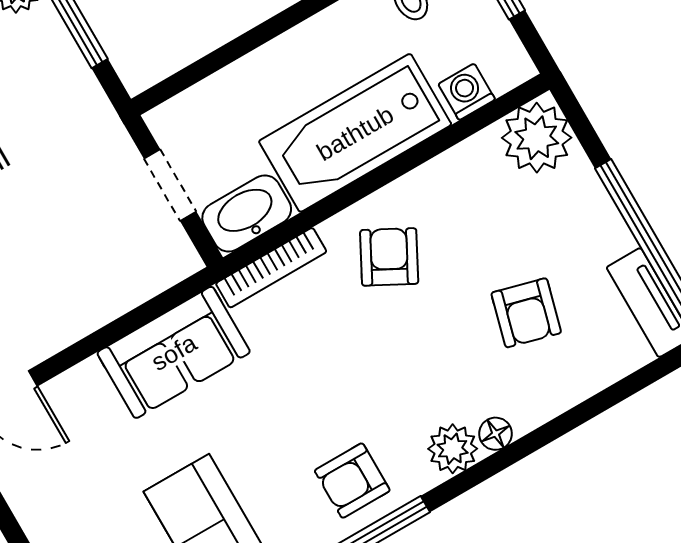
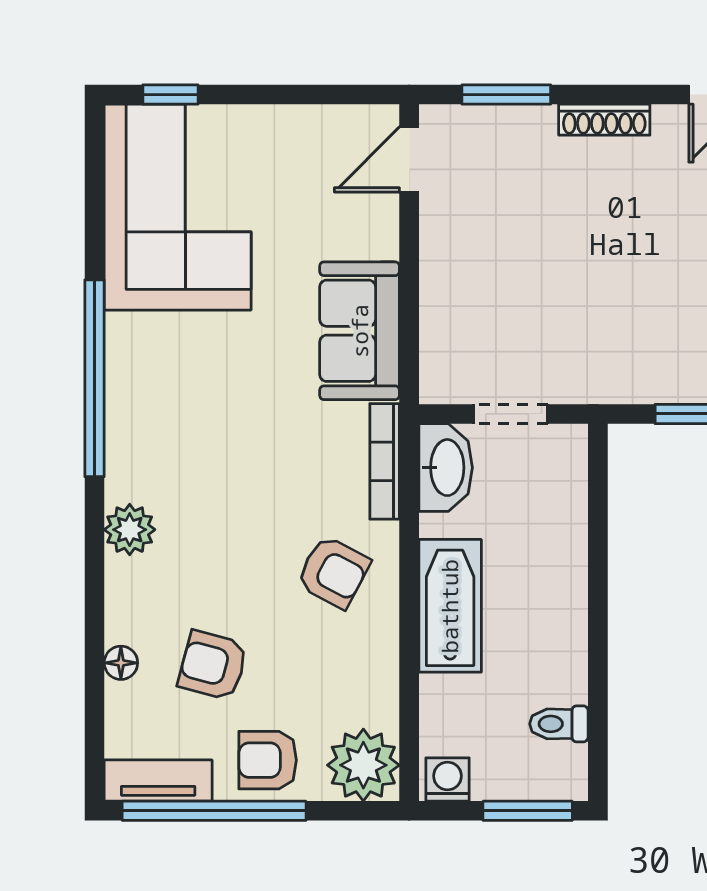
washing machine: (467, 92) -> (447, 779), moved, turned -90
bathtub: (355, 133) -> (450, 606), width x0.73, depth x0.73
floor lamp: (496, 434) -> (121, 663), moved
armchair: (352, 481) -> (268, 760), moved, turned -90

